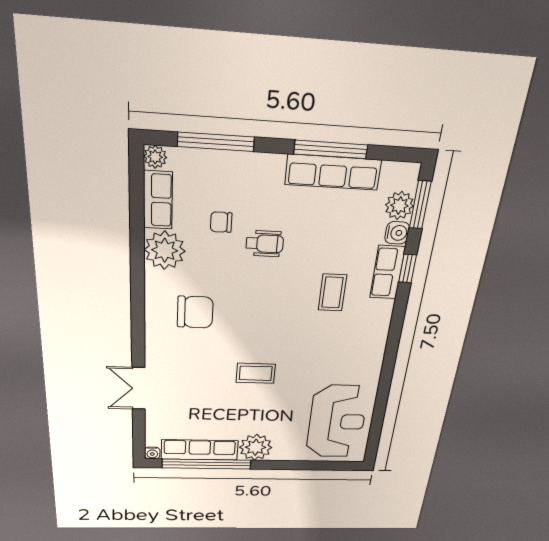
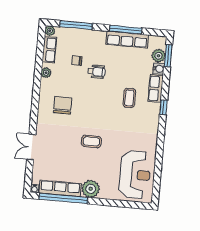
plant: (165, 250) -> (46, 73), width x0.53, depth x0.53
window: (408, 269) -> (163, 107), moved
chair: (195, 312) -> (62, 105), turned -90

